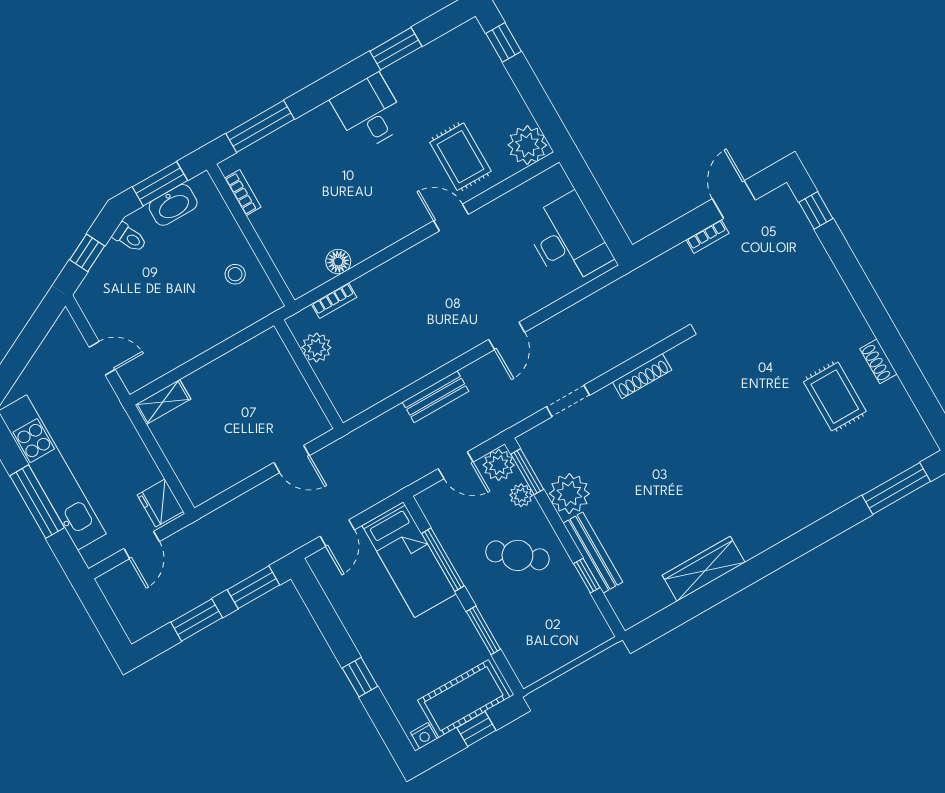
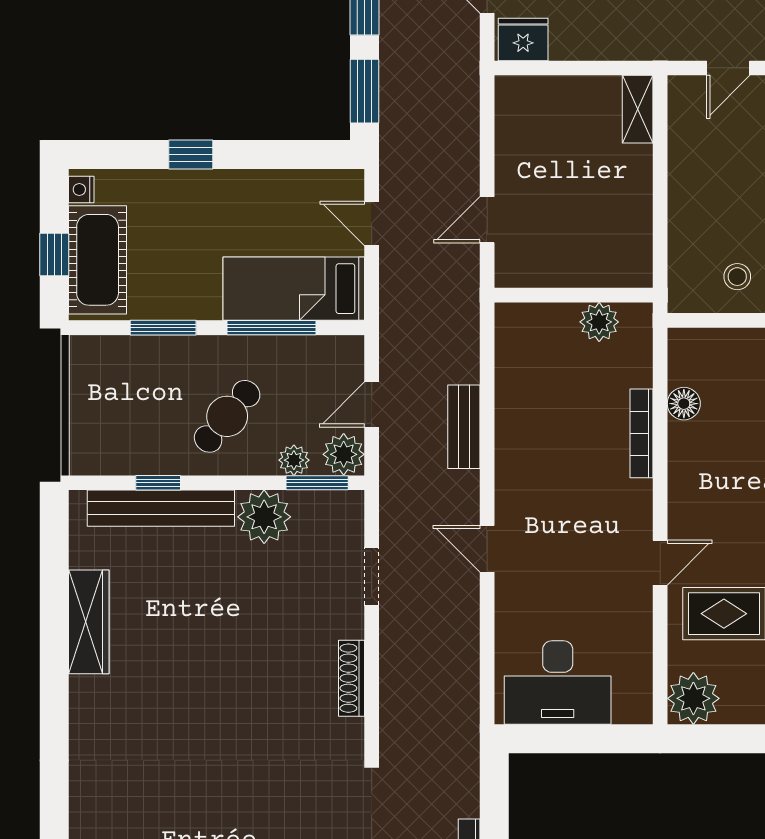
bookcase: (334, 301) -> (642, 433), moved, width x1.56
bench: (593, 553) -> (161, 508), width x1.37, depth x1.21

